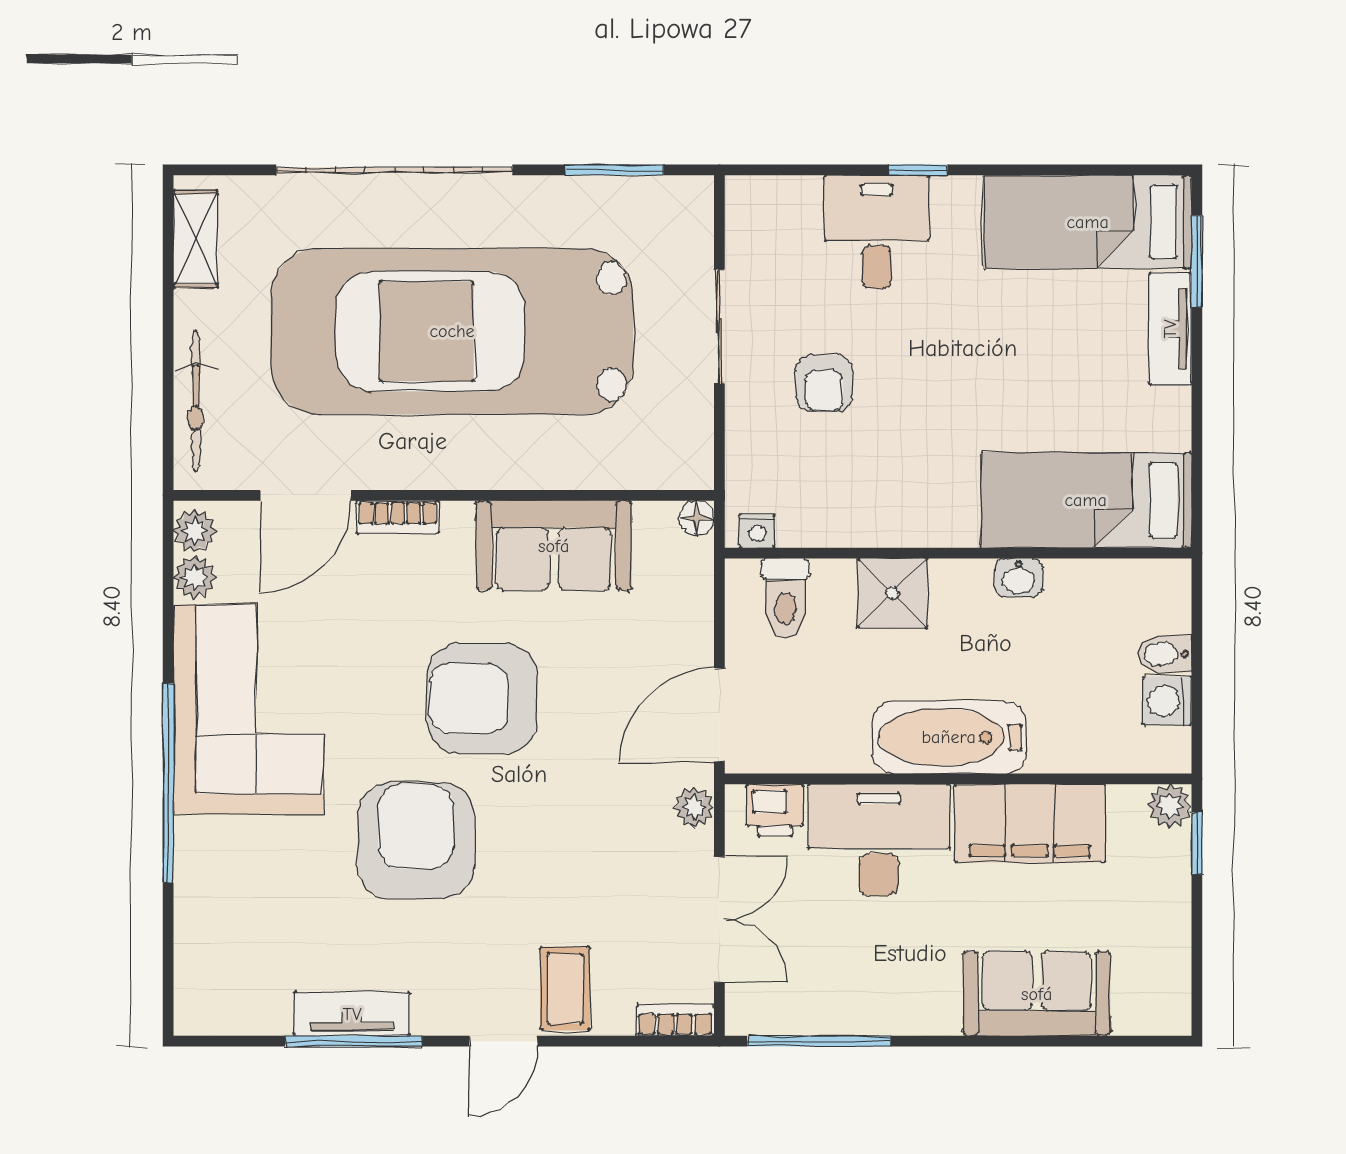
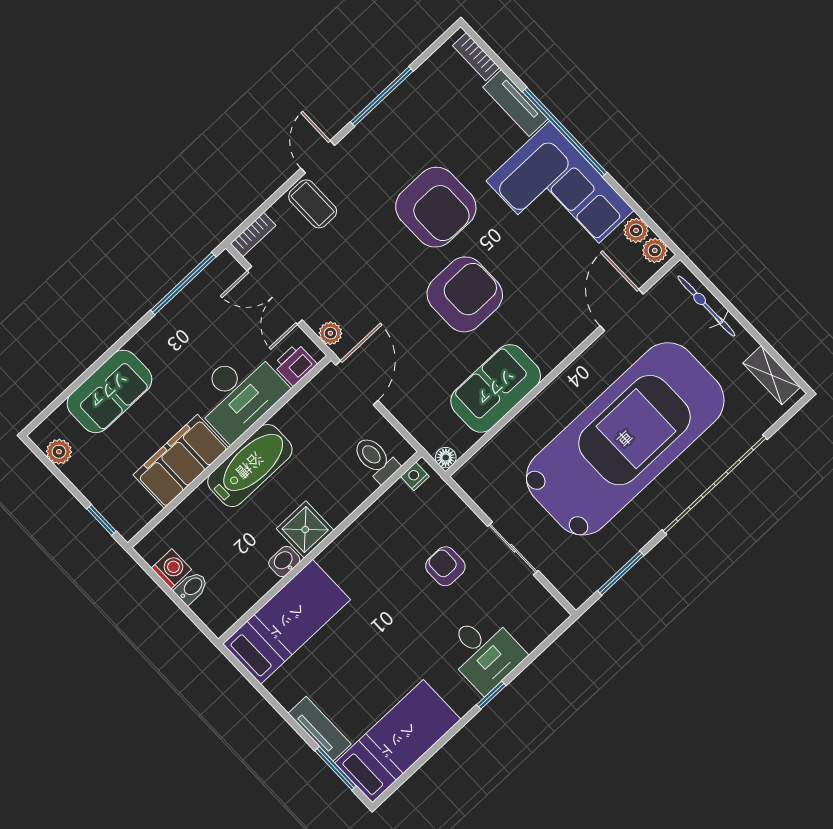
bookcase: (398, 517) -> (476, 57), moved, turned -90
shower: (892, 593) -> (305, 530), moved
plant: (1170, 806) -> (59, 452), moved
tv unit: (352, 1014) -> (515, 103), moved, turned 90

